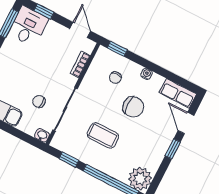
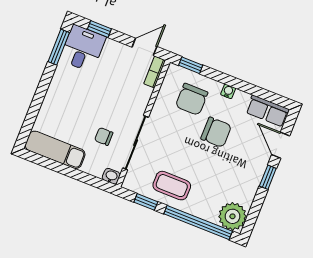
door: (80, 30) -> (144, 47), hinge flipped
bookcase: (80, 64) -> (155, 72), moved
chair: (115, 78) -> (192, 99), width x1.87, depth x1.87
coffee table: (103, 135) -> (172, 186), moved

